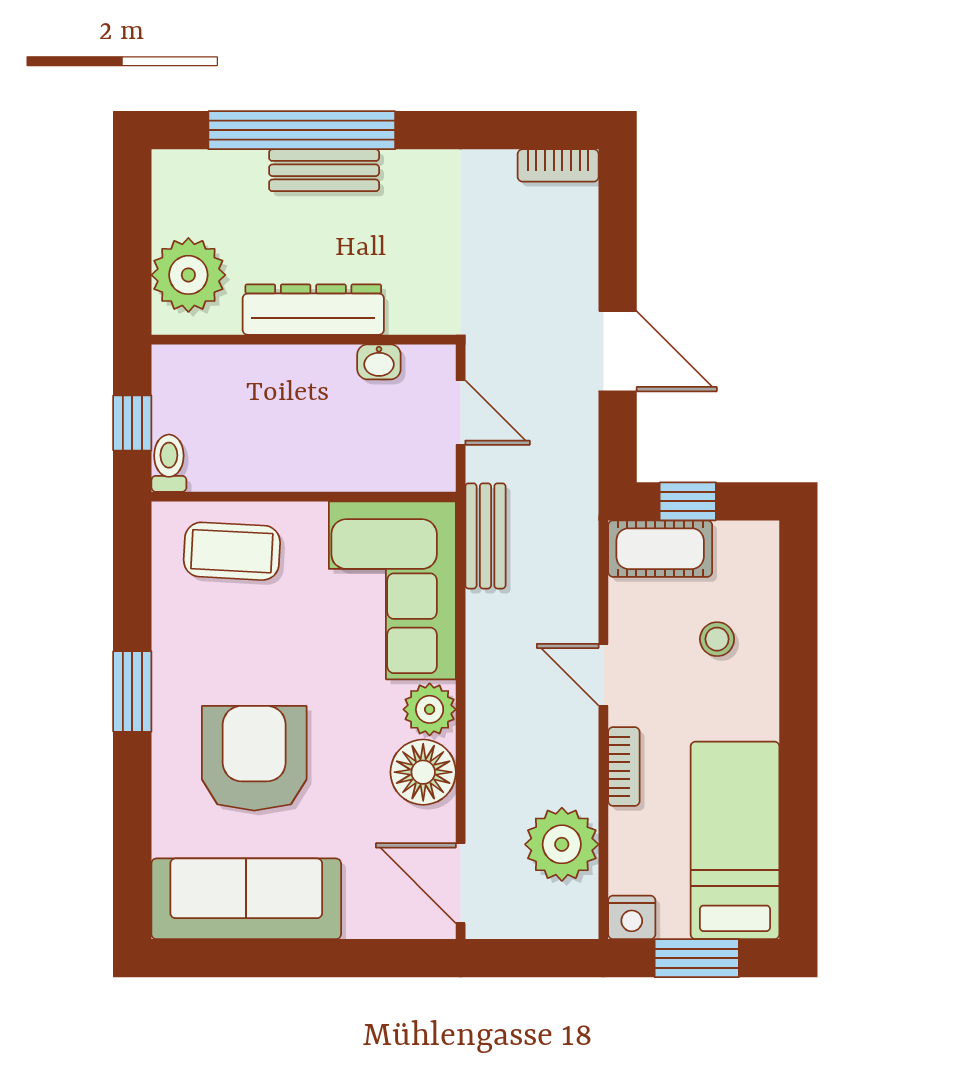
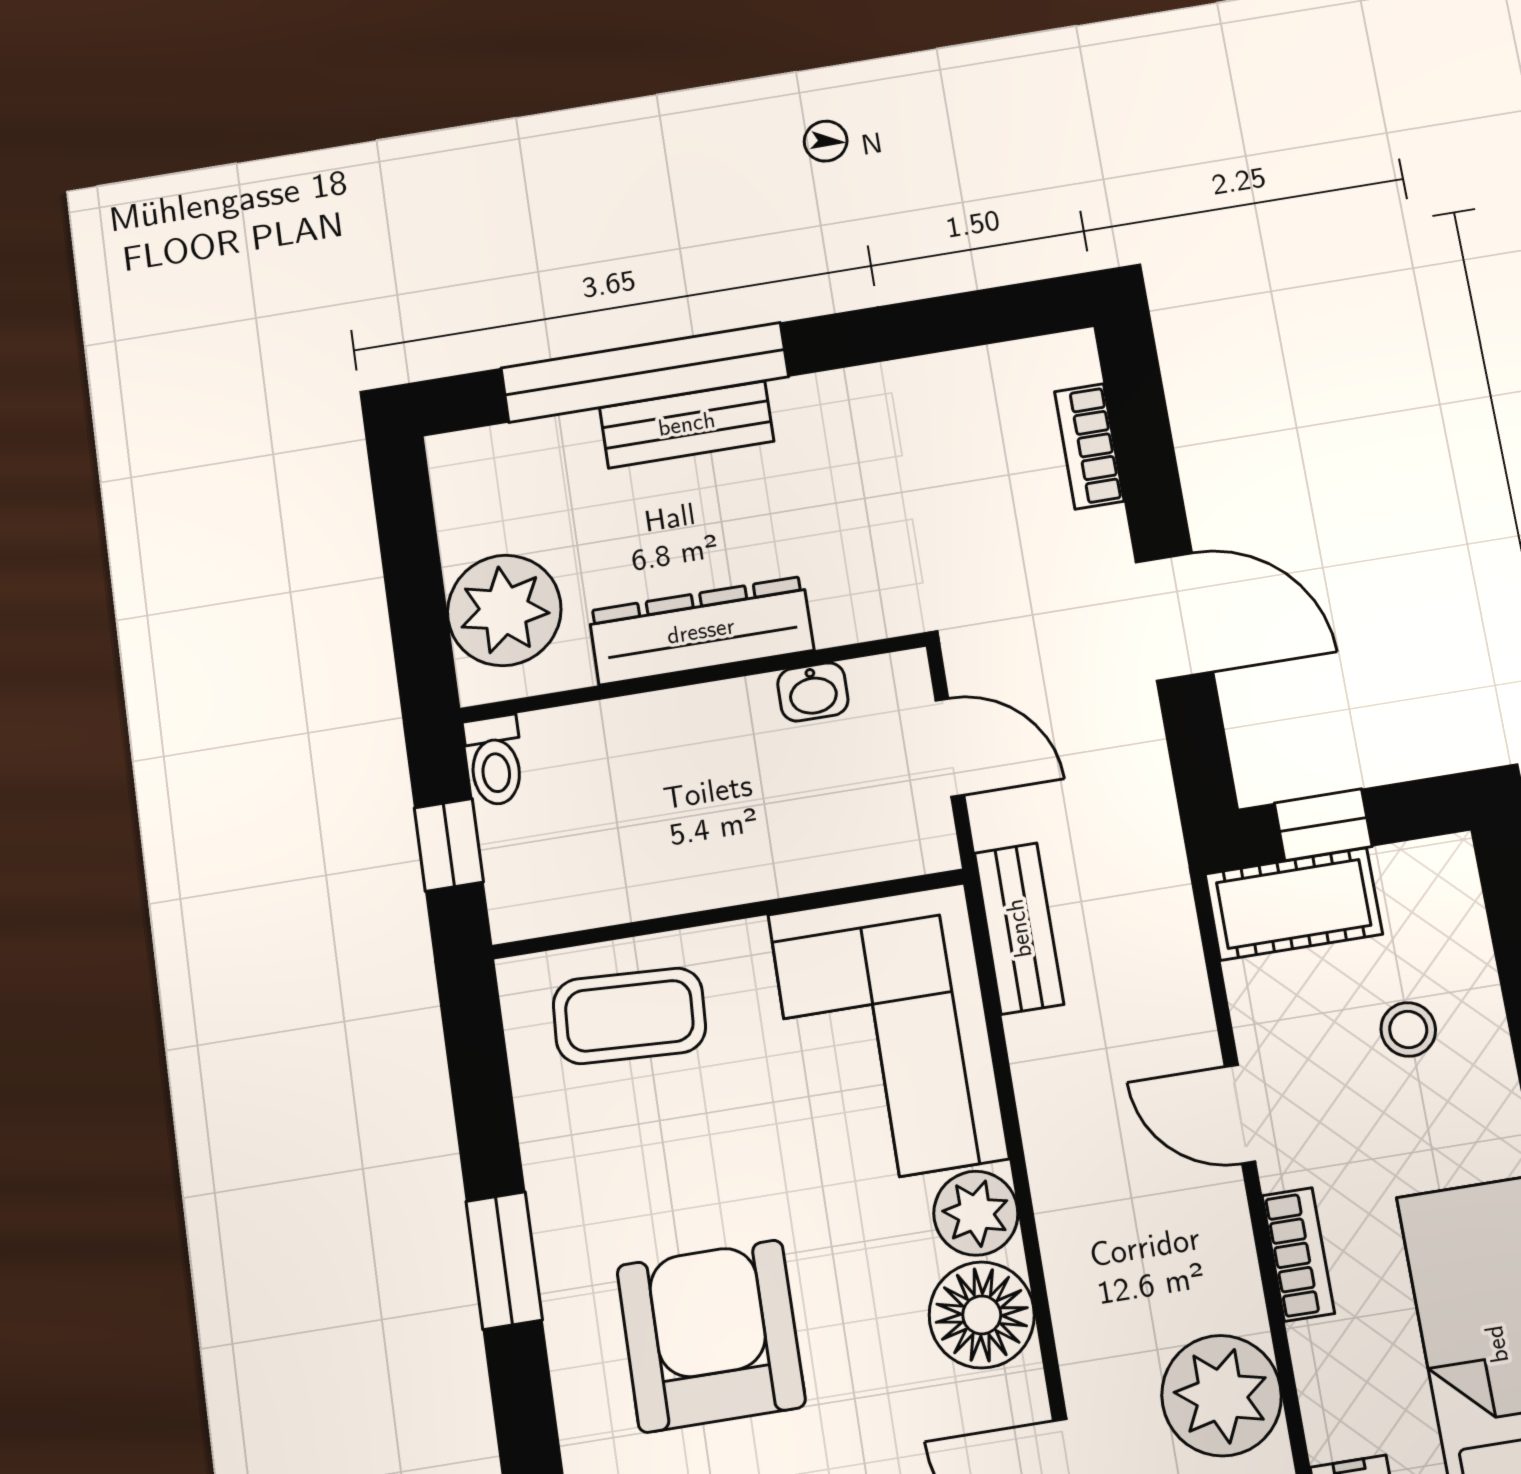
bookcase: (558, 165) -> (1089, 446), moved, turned 90
toilet: (169, 463) -> (495, 761), moved, turned 180

